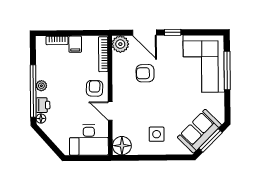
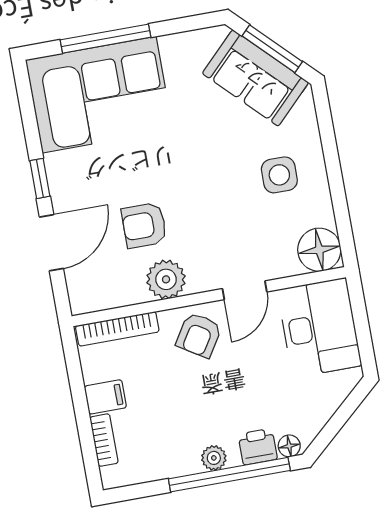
plant: (120, 44) -> (166, 279), moved
armchair: (145, 73) -> (144, 225), turned 91
armchair: (95, 88) -> (199, 335), turned -60

